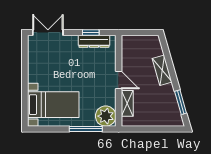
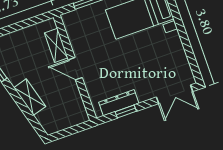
plant: (106, 116) -> (75, 22), removed

